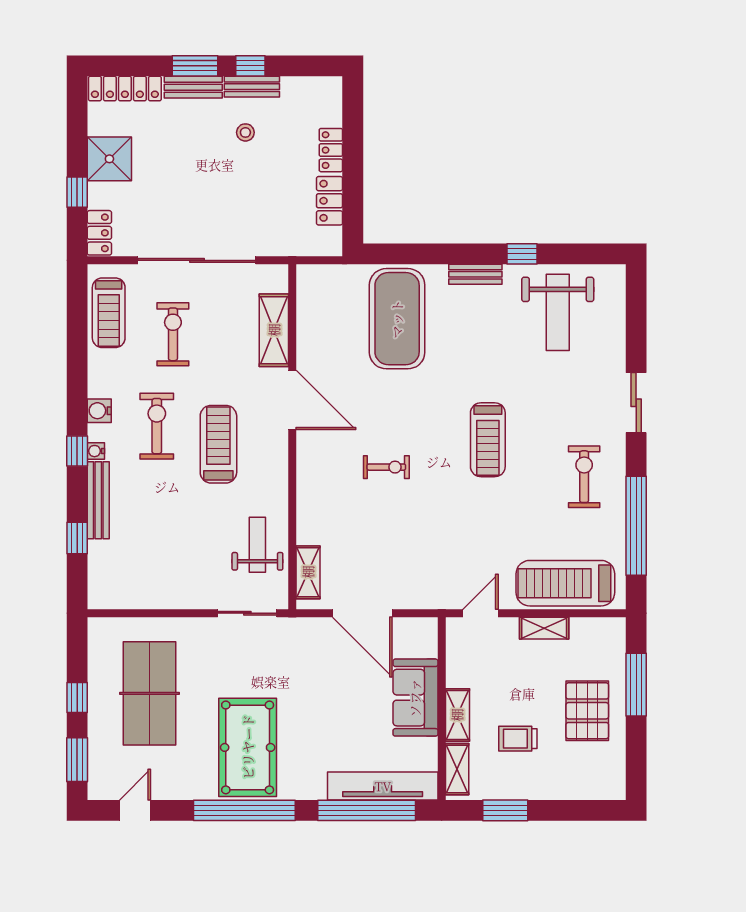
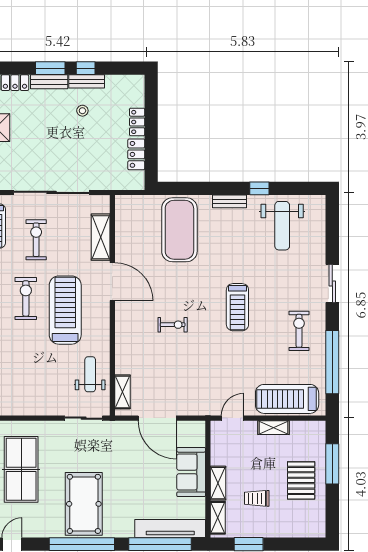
treadmill: (218, 444) -> (65, 310), width x1.37, depth x1.38

